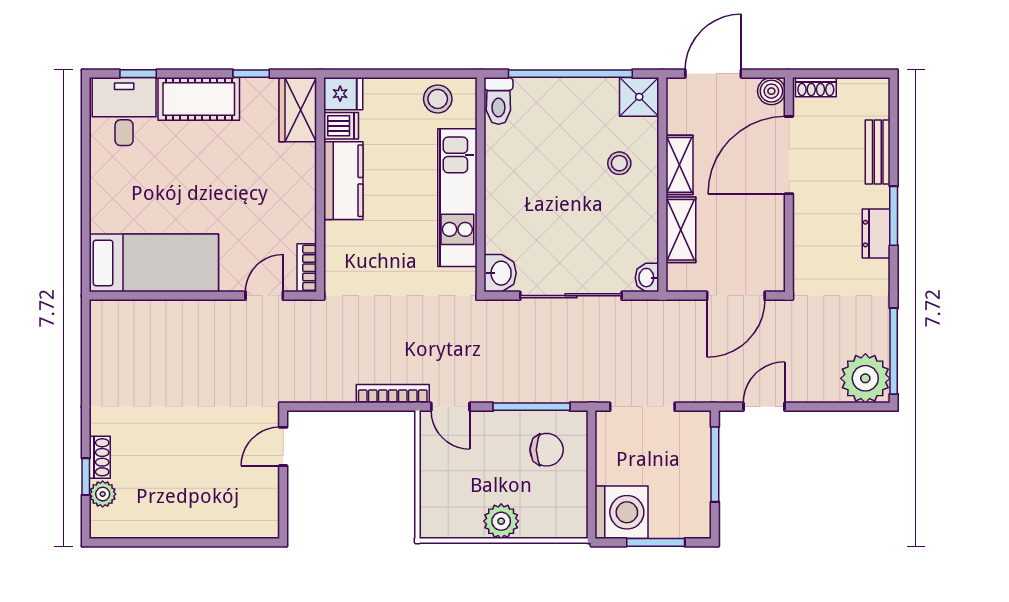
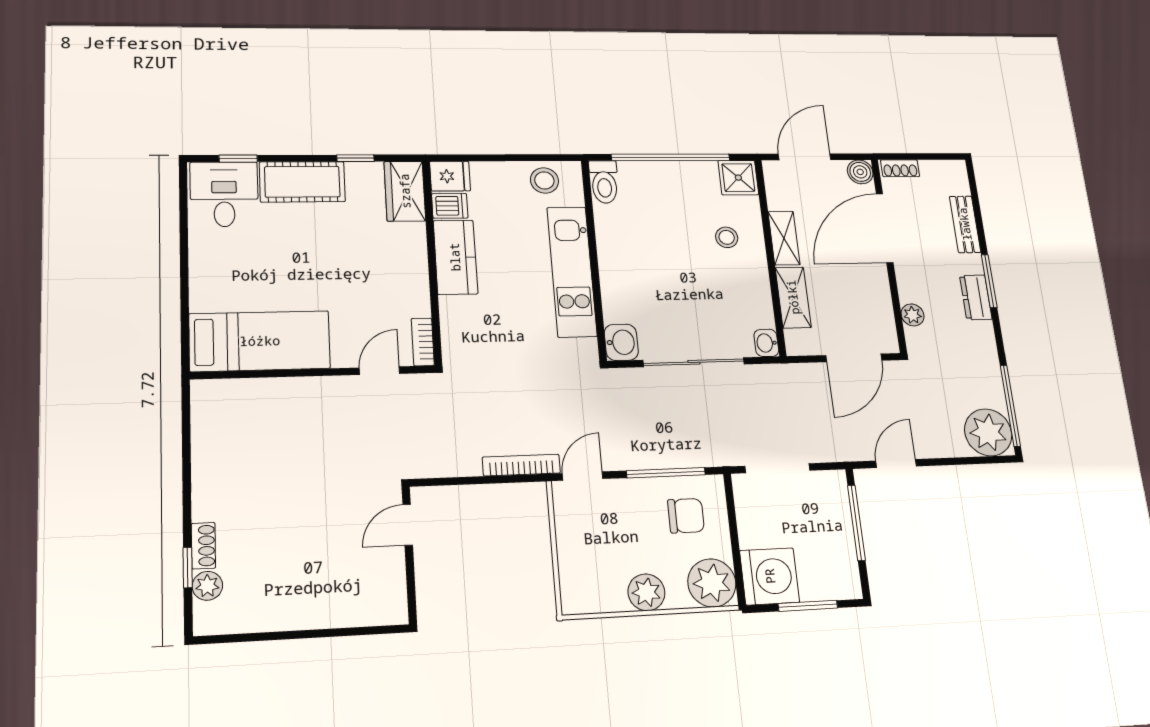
plant: (805, 251) -> (913, 315), added
door: (450, 407) -> (583, 476), swing flipped
plant: (565, 516) -> (712, 583), added

